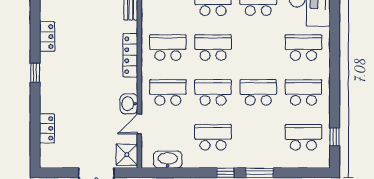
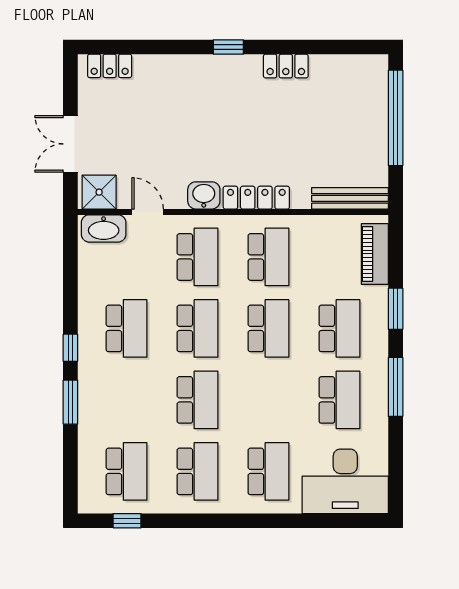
washbasin: (129, 104) -> (204, 195), moved
locker: (47, 128) -> (110, 66), moved
washbasin: (168, 160) -> (104, 228), moved, turned 90

